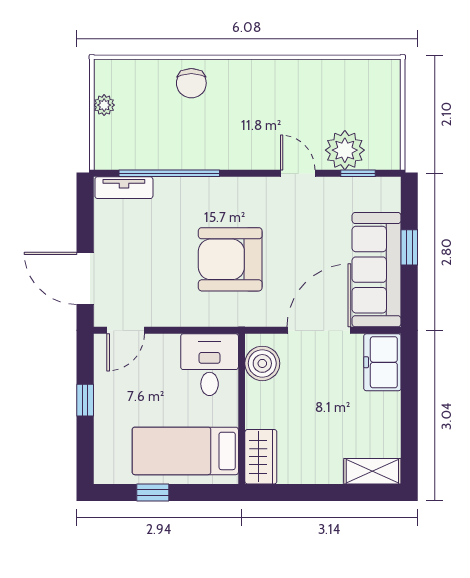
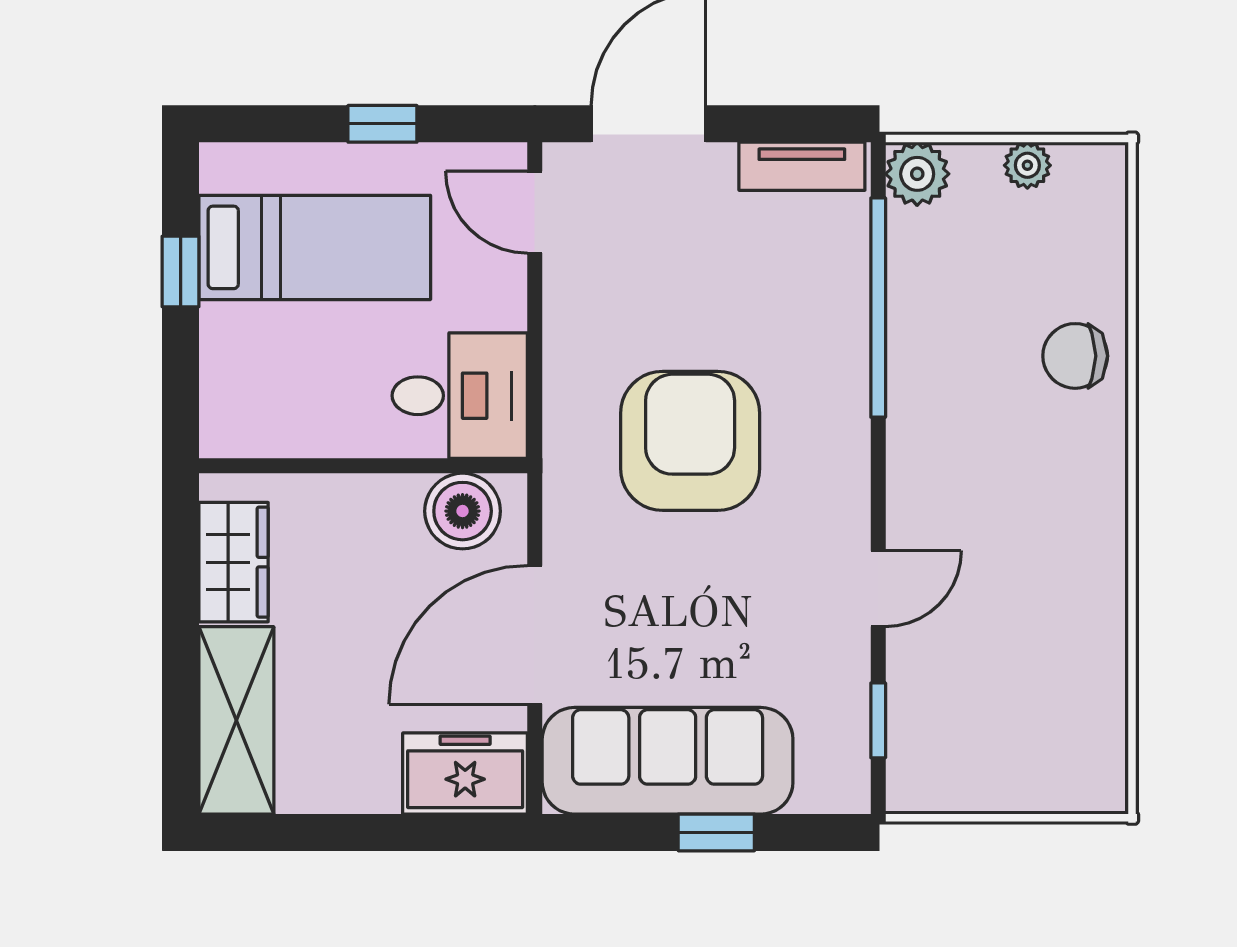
plant: (345, 150) -> (917, 174), moved, width x0.73, depth x0.73
tv unit: (124, 188) -> (802, 166), moved, turned -90
door: (319, 330) -> (535, 635), swing flipped
bed: (185, 451) -> (315, 247), moved, turned 90
wardrobe: (261, 457) -> (234, 562), moved, turned -90
shelving: (372, 471) -> (236, 720), width x1.50, depth x1.33

